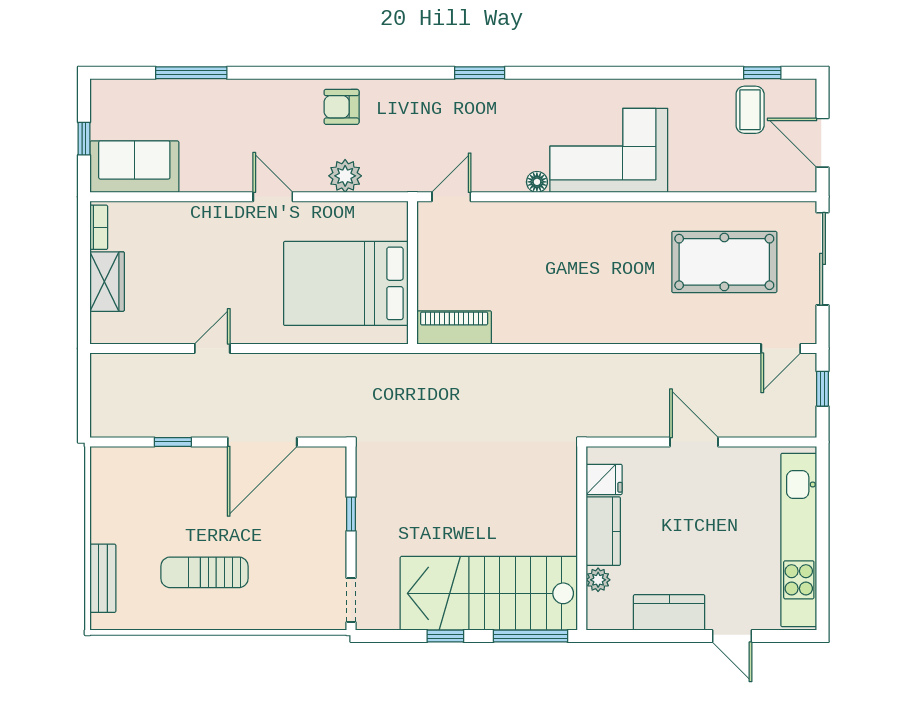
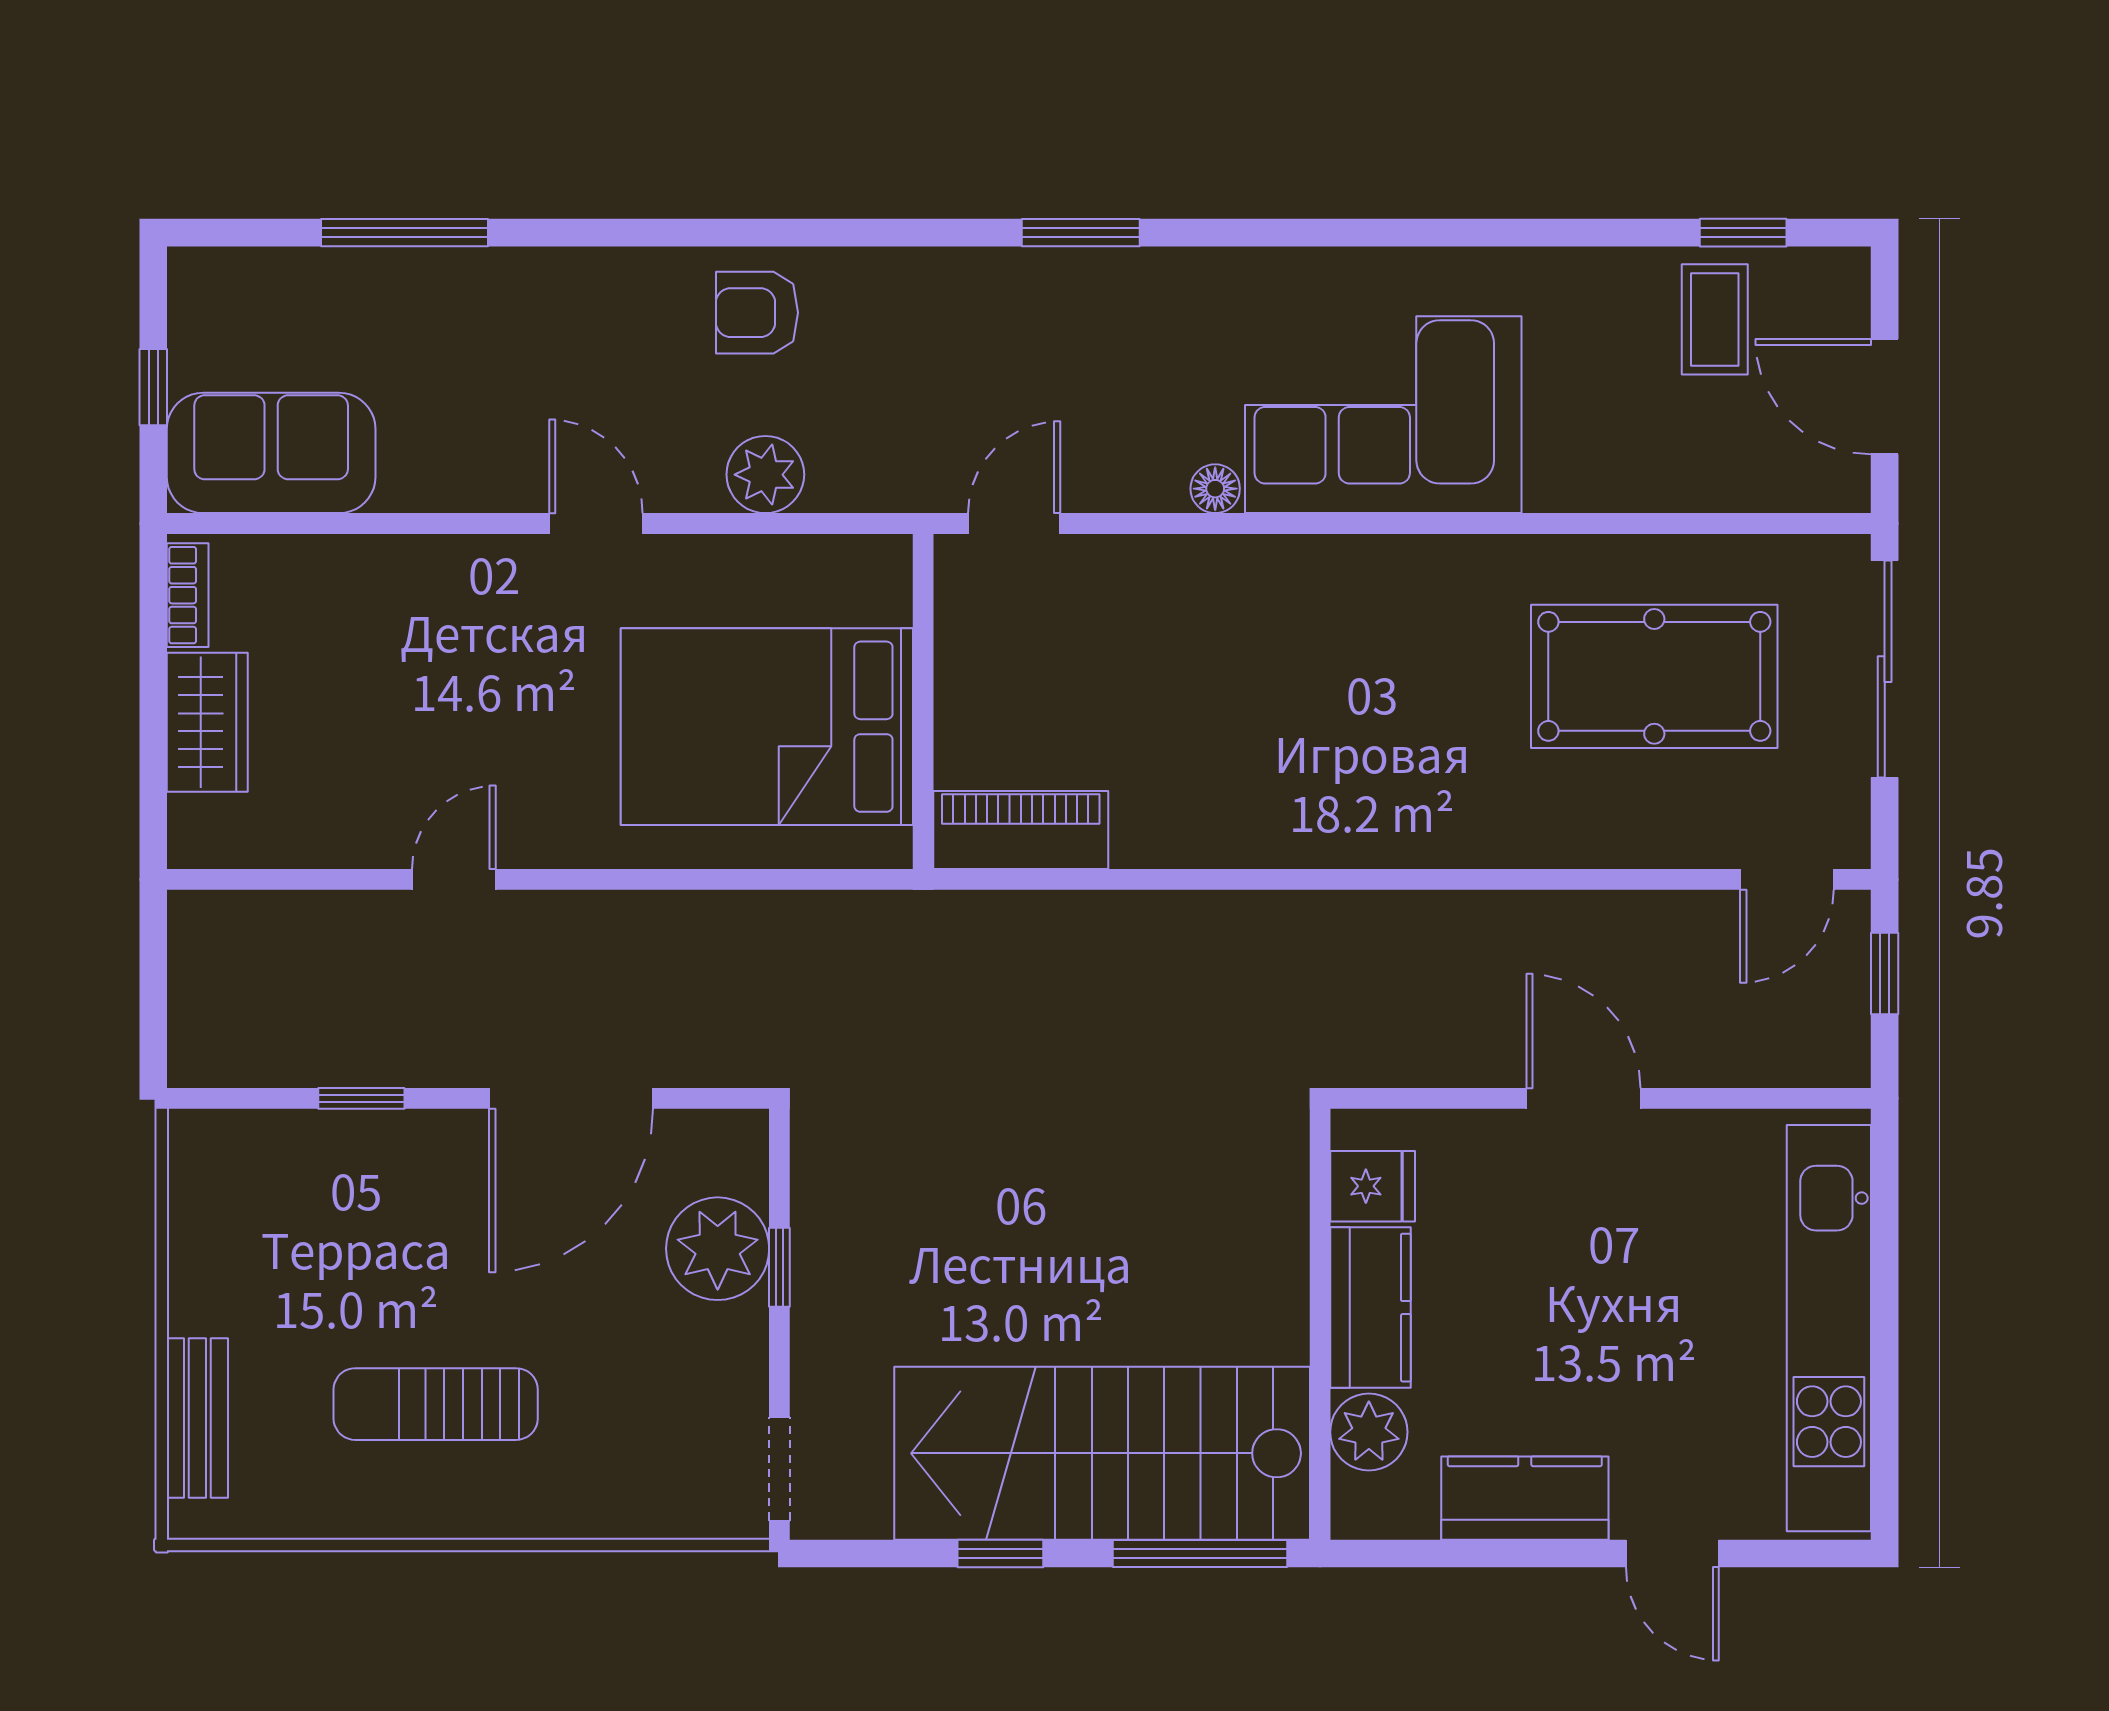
plant: (325, 506) -> (718, 1249), added
plant: (598, 580) -> (1369, 1432), width x1.38, depth x1.38

